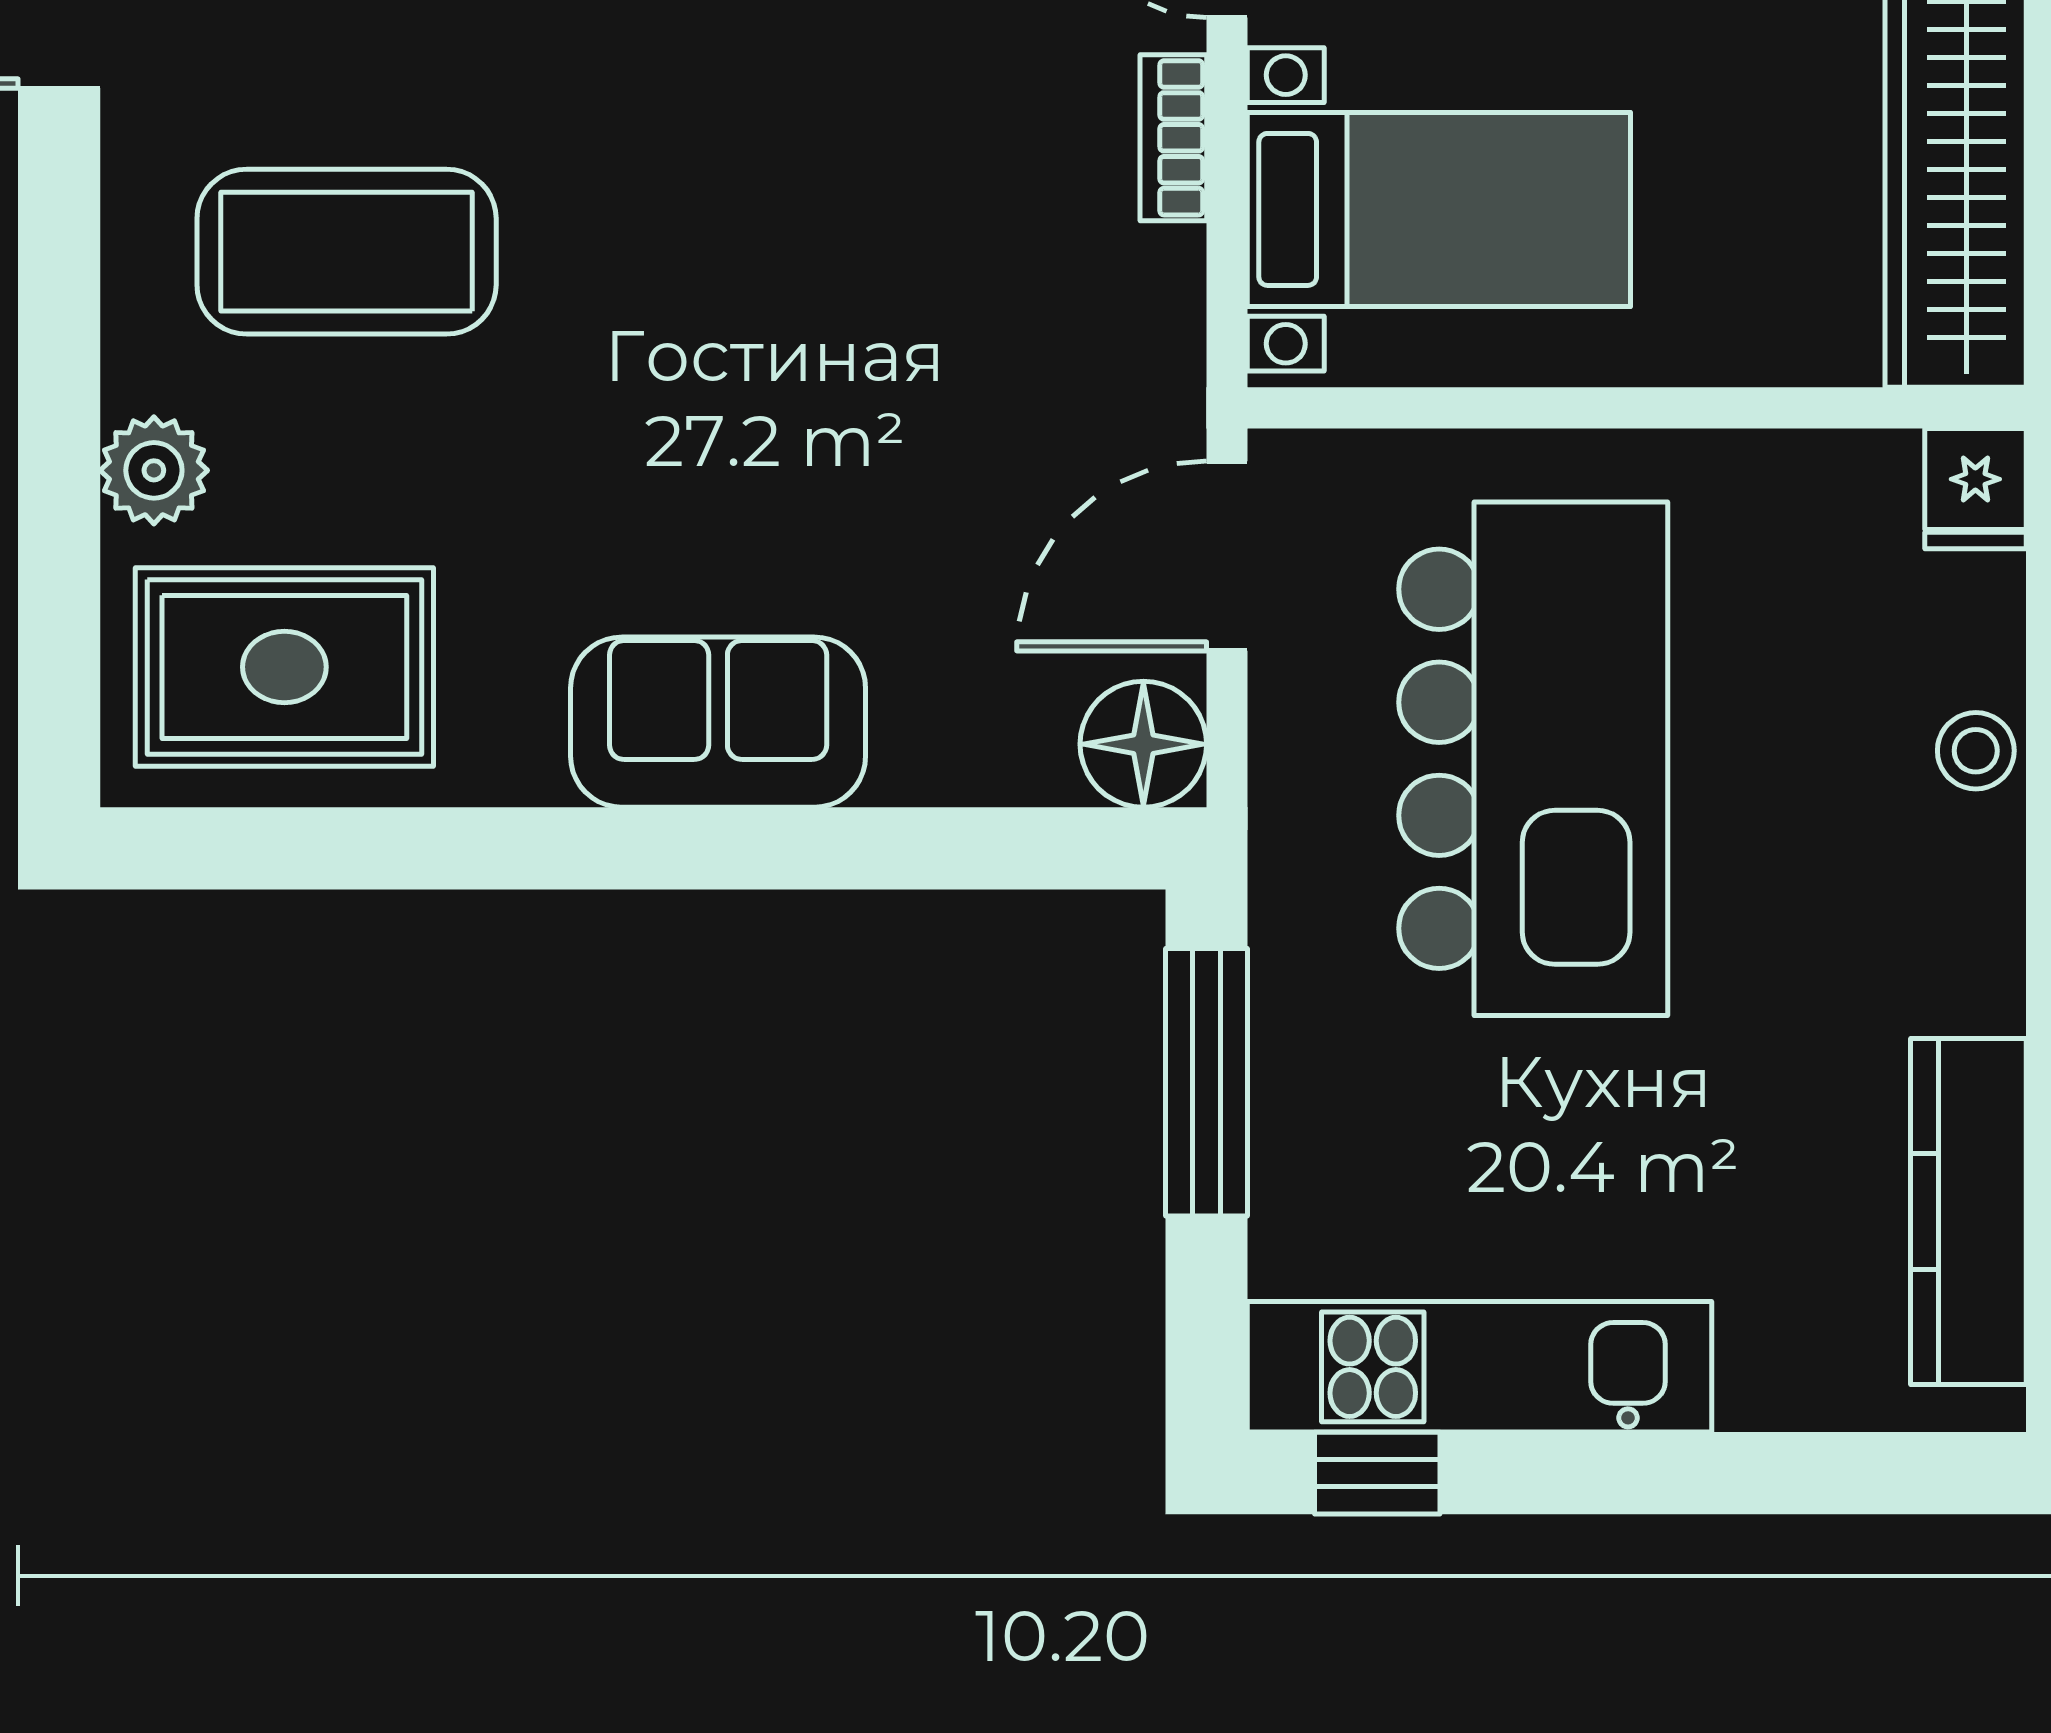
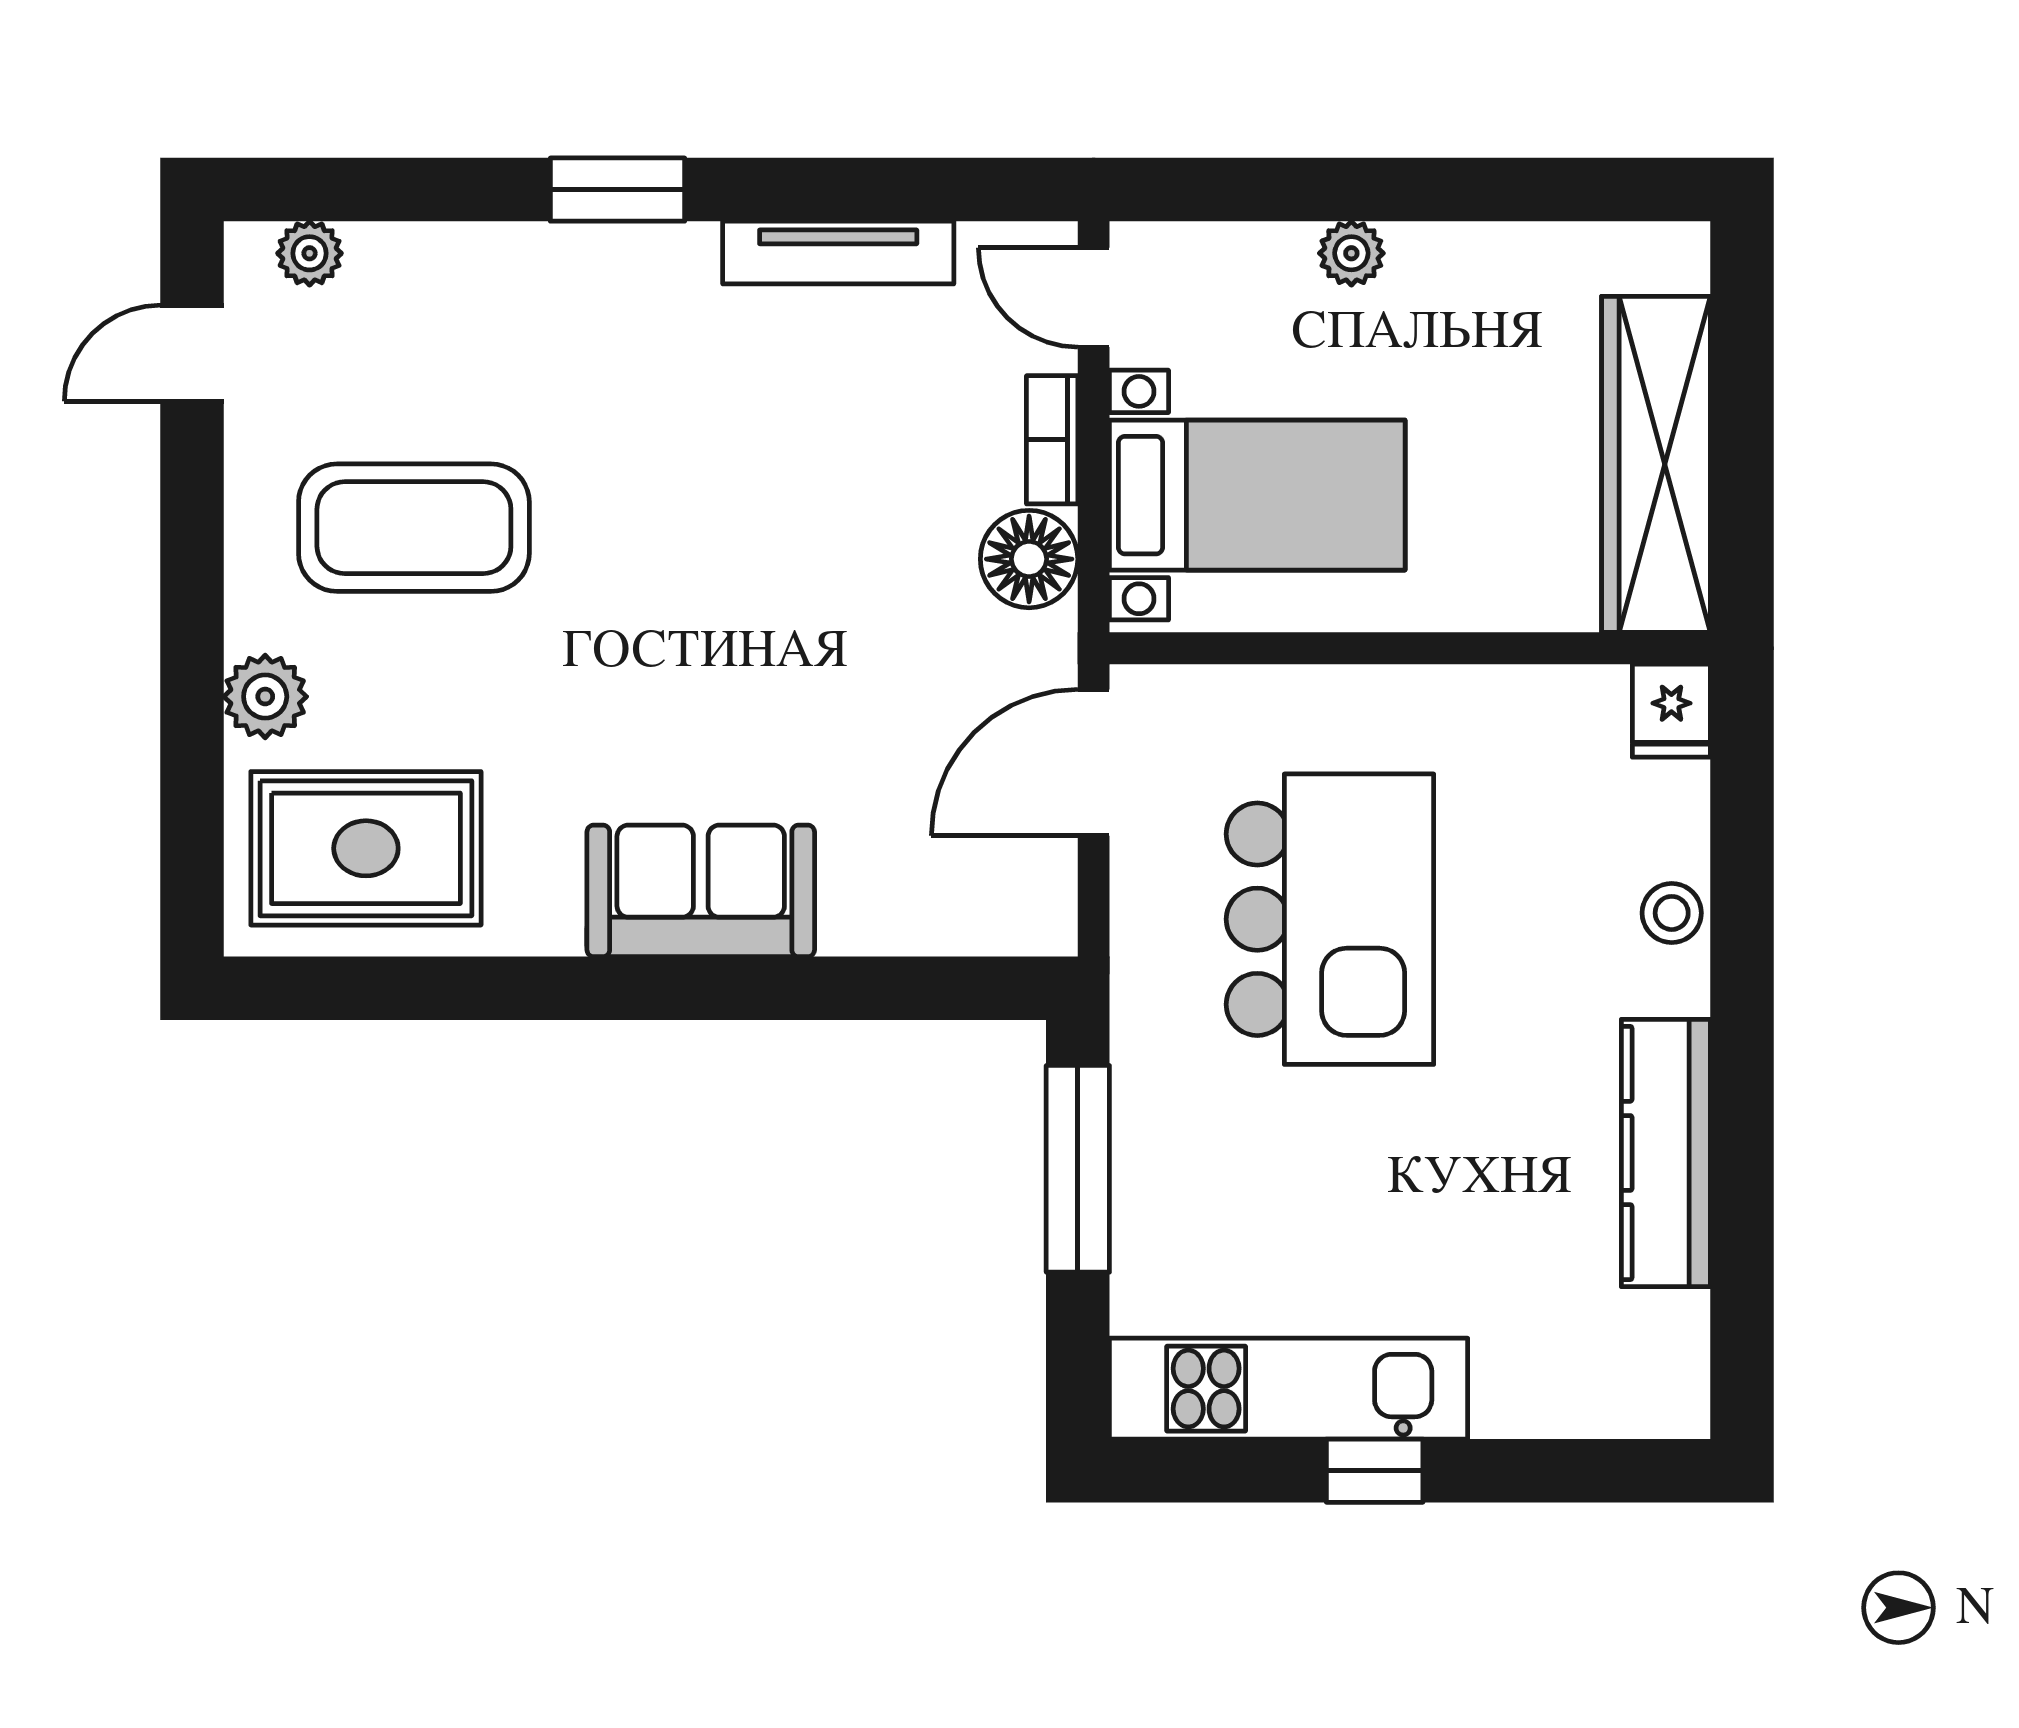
floor lamp: (1143, 744) -> (1029, 559), moved
kitchen island: (1533, 759) -> (1330, 919), width x0.73
kitchen counter: (1968, 1211) -> (1666, 1153), moved
window: (1377, 1473) -> (1375, 1471), moved

